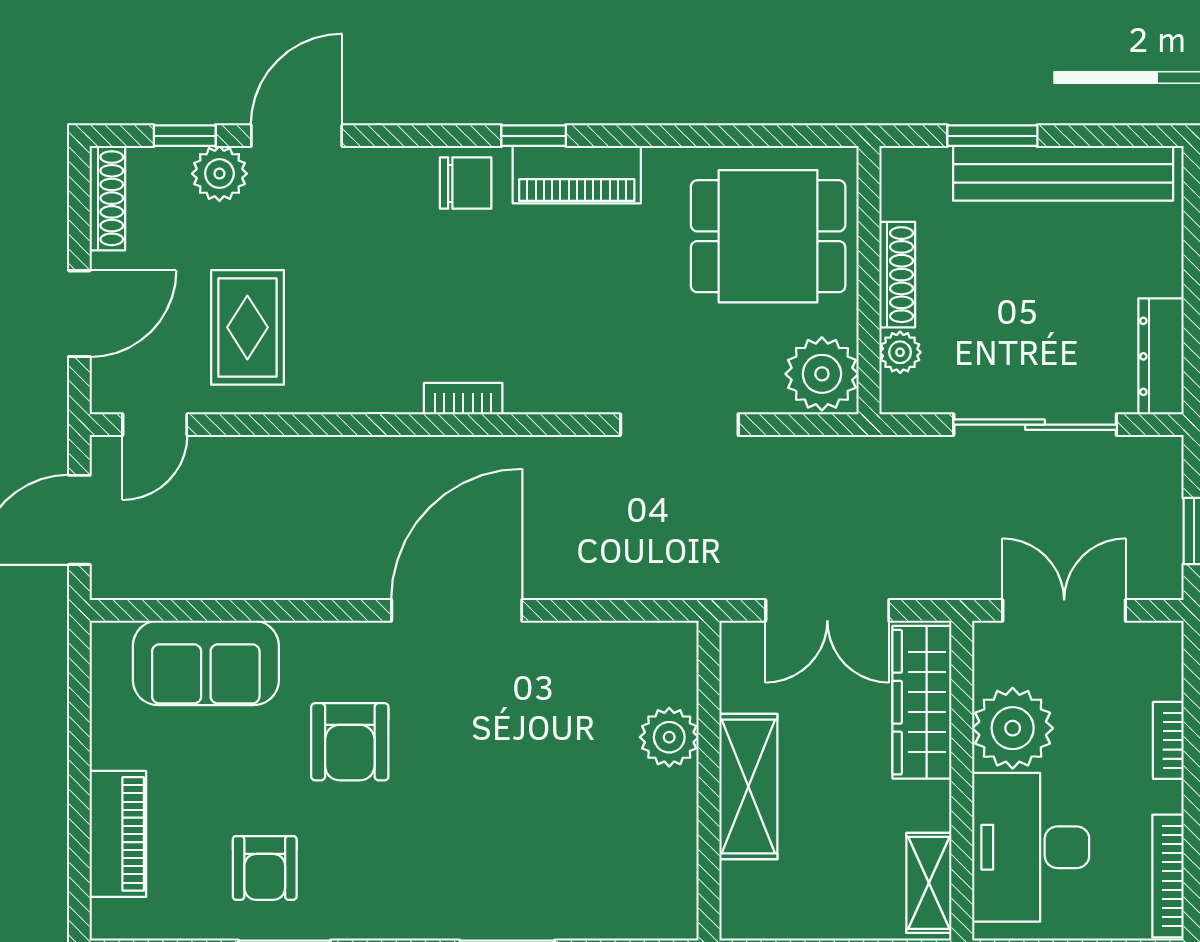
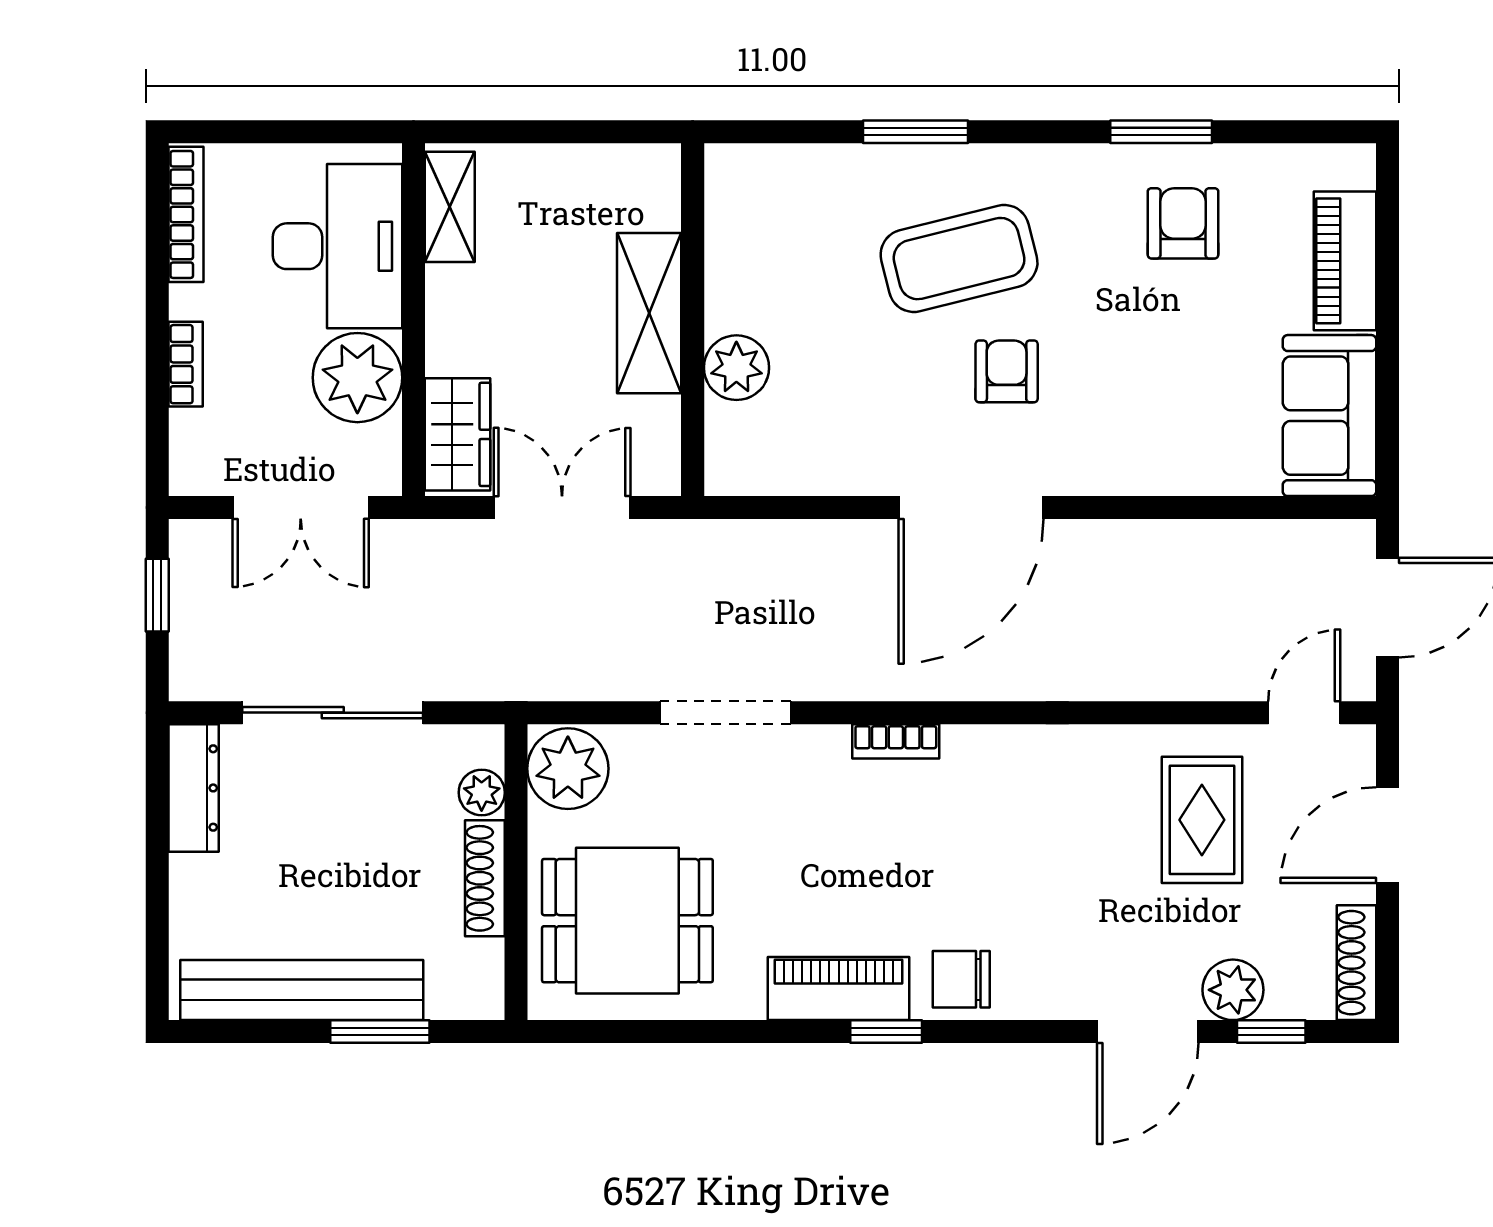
bookcase: (463, 399) -> (896, 741), moved
sofa: (206, 663) -> (1329, 416), moved, turned -90
wardrobe: (922, 702) -> (458, 434), width x0.67
armchair: (350, 742) -> (1007, 371), moved, width x0.72, depth x0.72
coffee table: (468, 836) -> (959, 259), added

